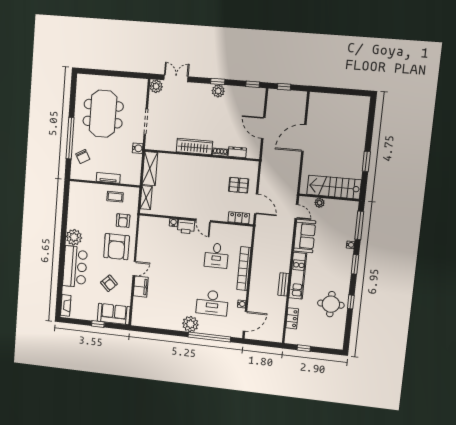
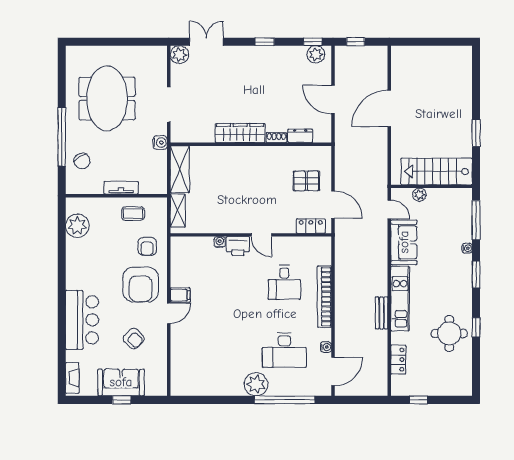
plant: (218, 91) -> (316, 54), moved
plant: (74, 237) -> (77, 226), moved
filing cabinet: (141, 287) -> (180, 295), moved, width x0.50
sofa: (114, 314) -> (121, 382), moved

